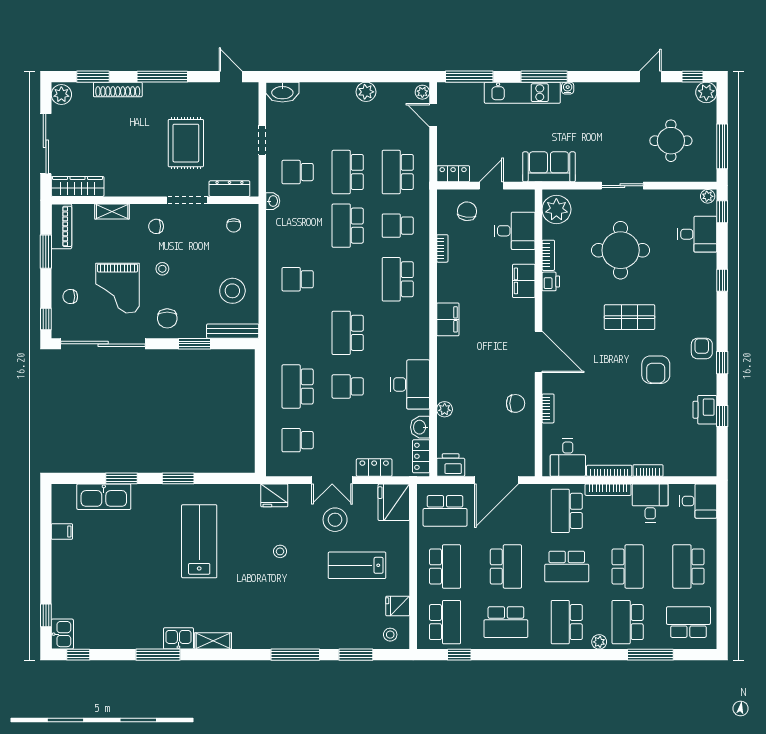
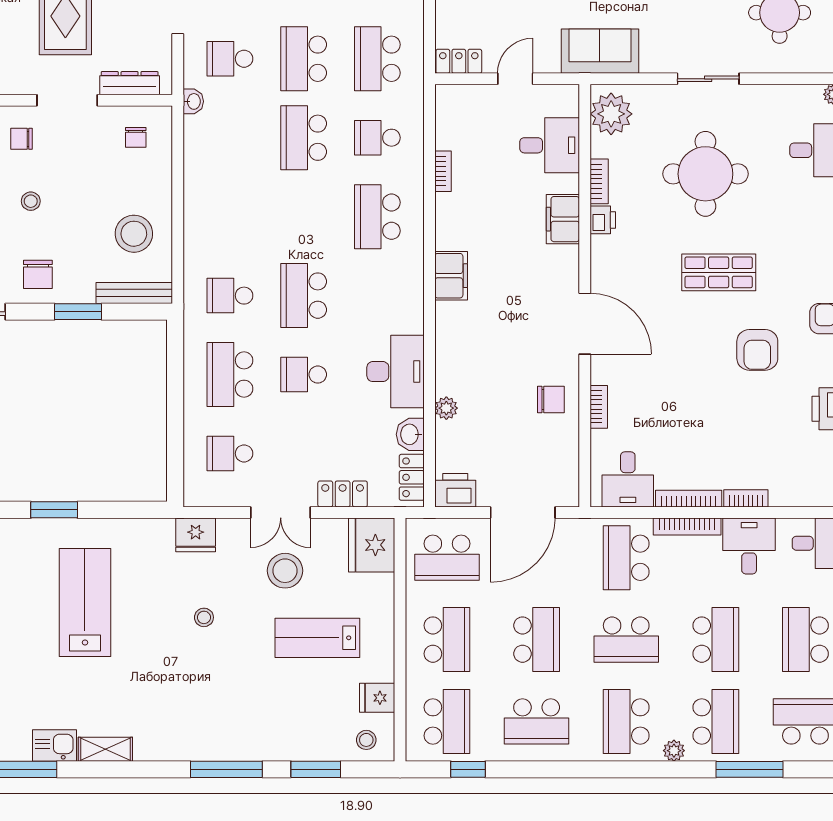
chair: (467, 211) -> (479, 116), removed
school desk: (298, 279) -> (230, 296), moved
school desk: (628, 622) -> (716, 721), turned 180

